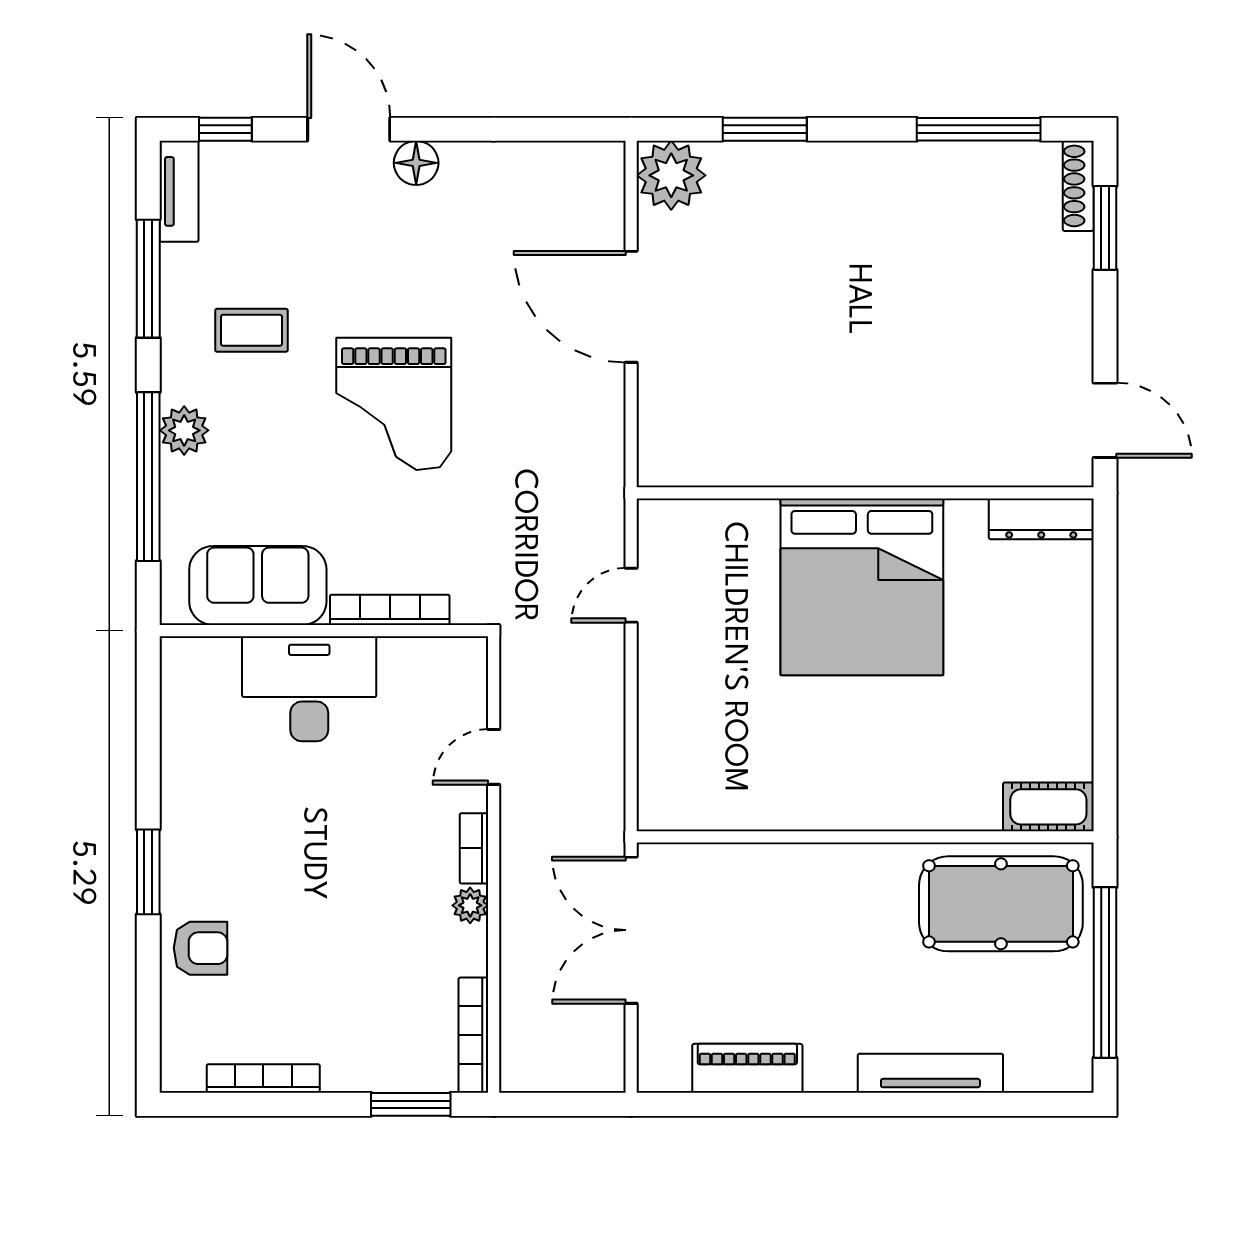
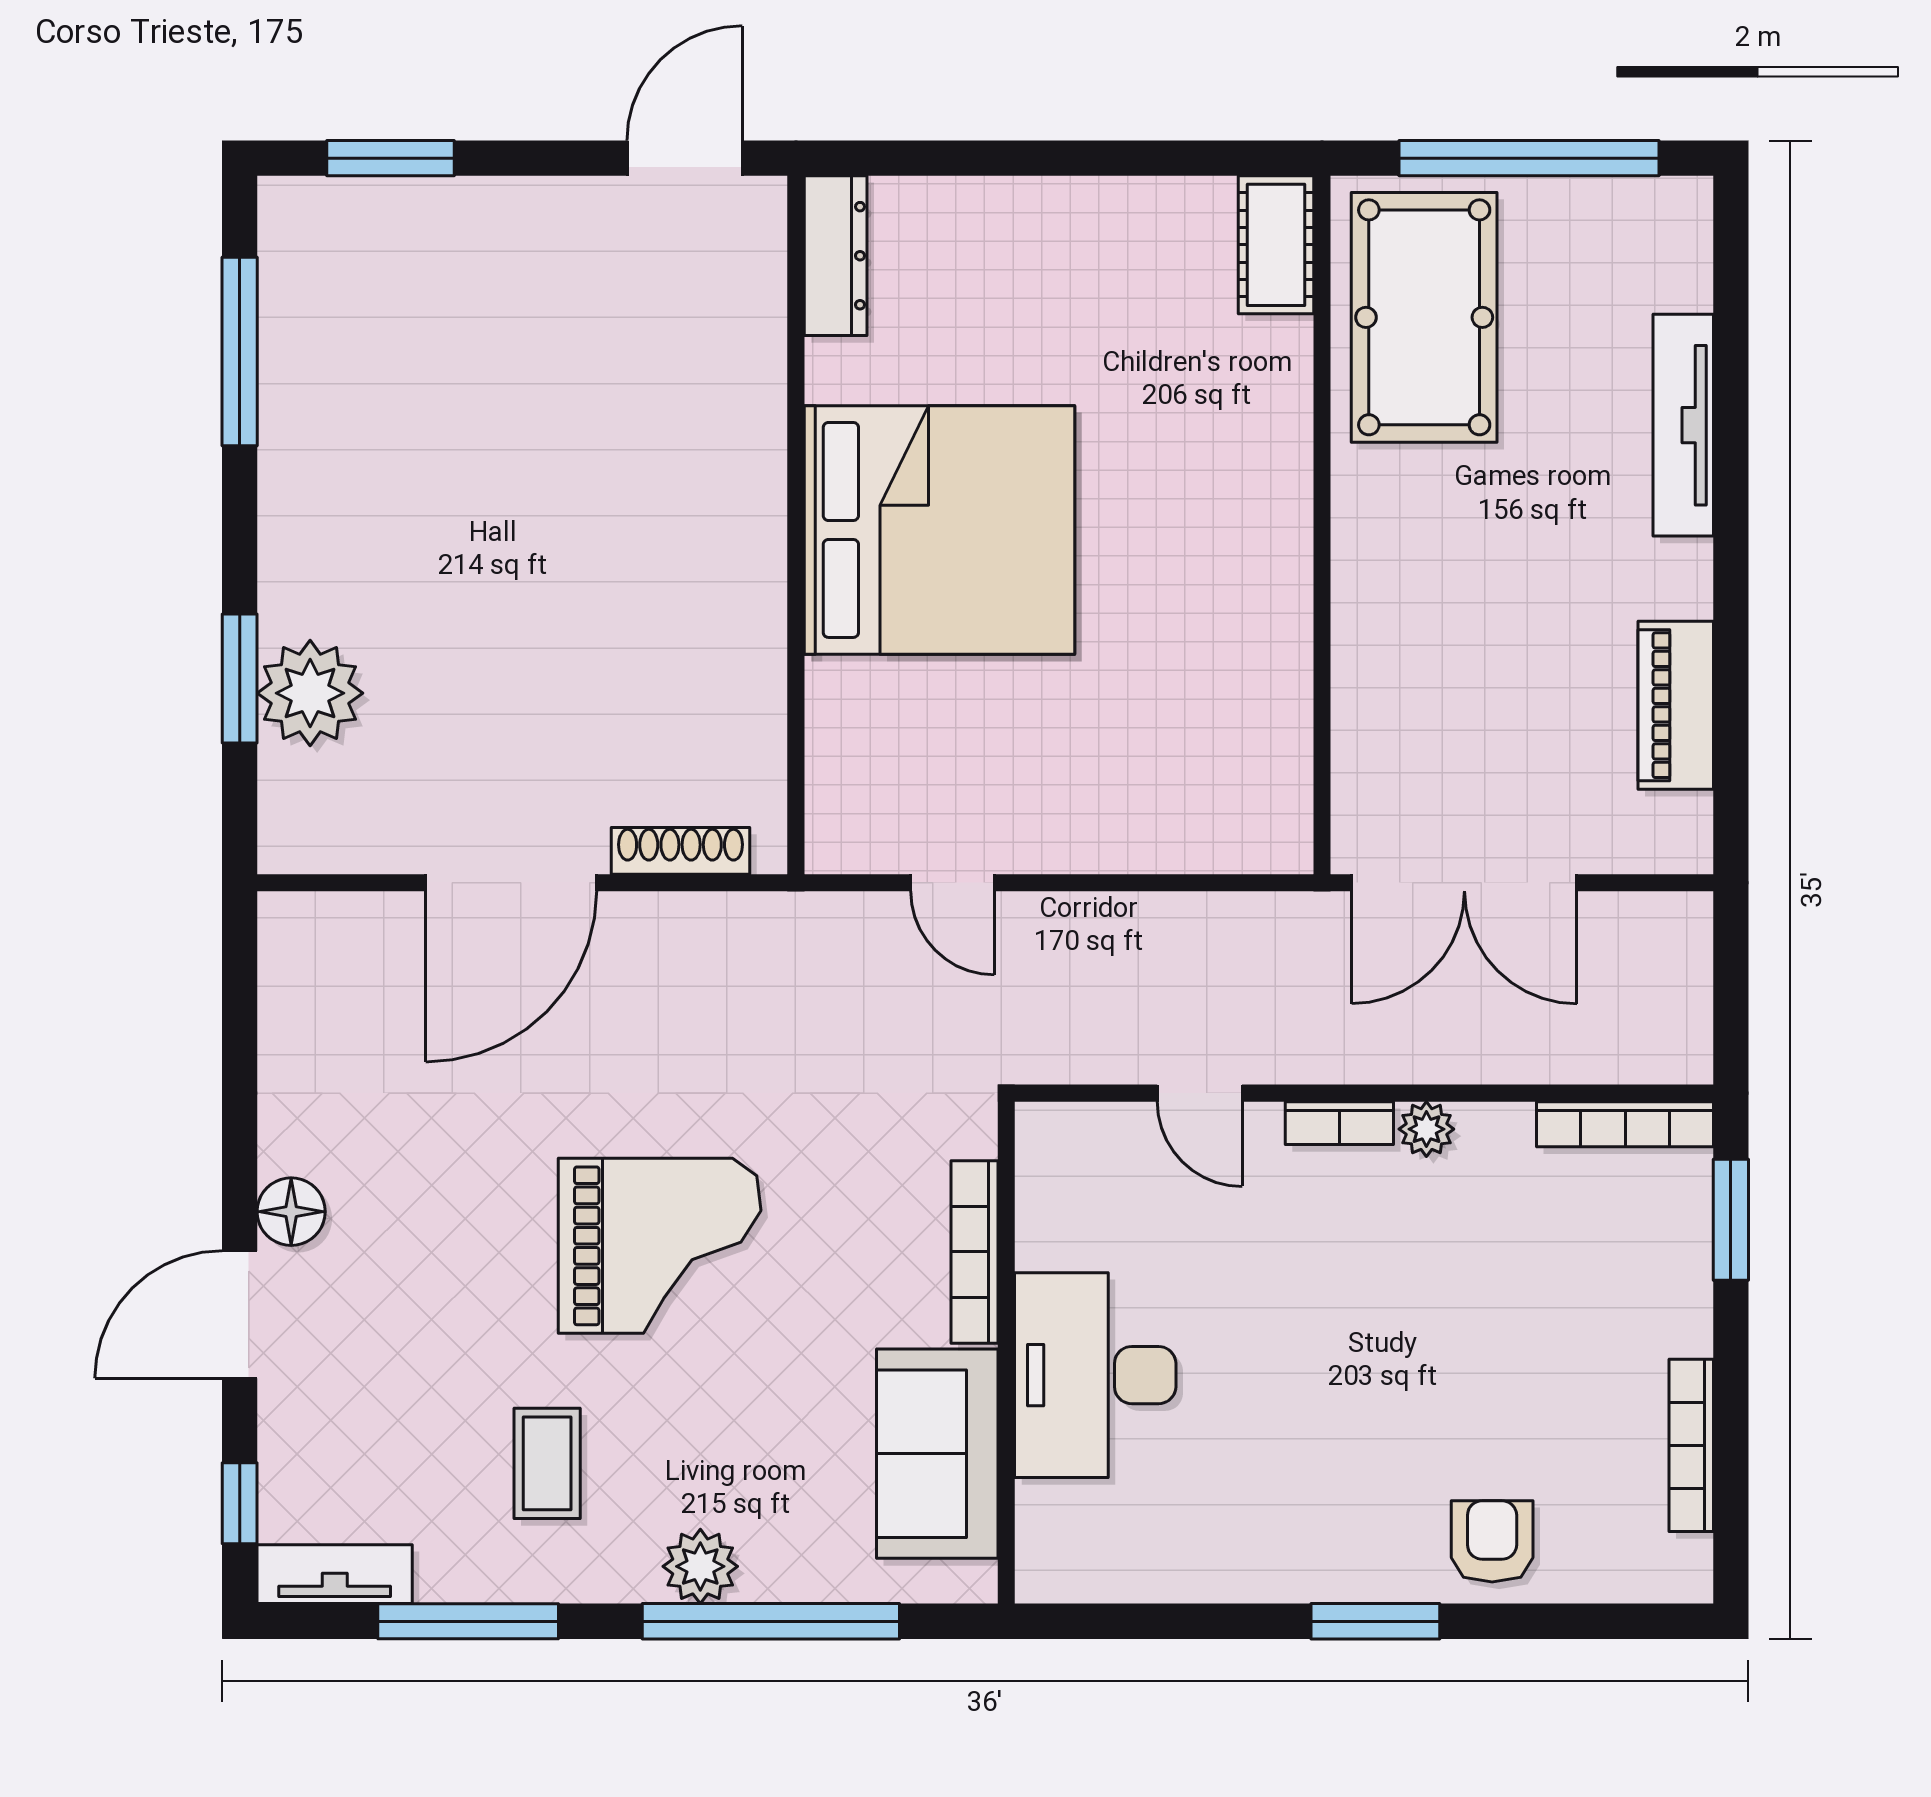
plant: (671, 175) -> (310, 693), moved
shoe rack: (1078, 186) -> (681, 851), moved, turned 180

